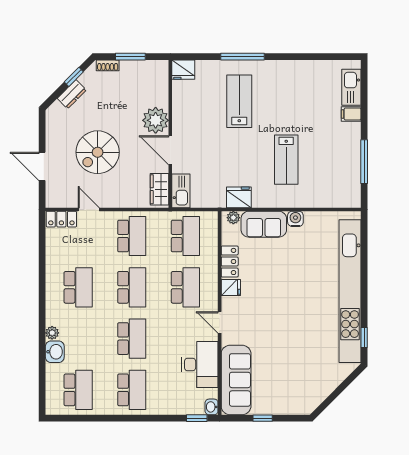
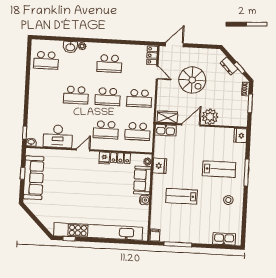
stool: (288, 84) -> (228, 200), added
filing cabinet: (351, 114) -> (155, 235), moved
spiral stairs: (98, 152) -> (192, 80), turned 180
door: (42, 166) -> (174, 45), moved
door: (89, 209) -> (157, 73), hinge flipped
sofa: (236, 380) -> (34, 178), moved, turned -90
school desk: (132, 390) -> (44, 93), removed

